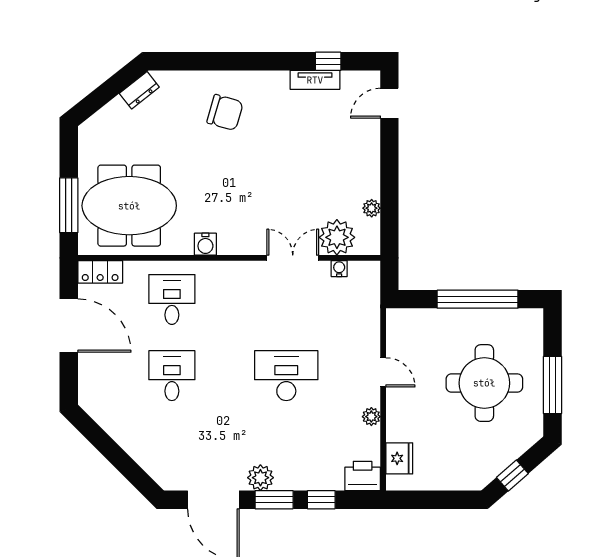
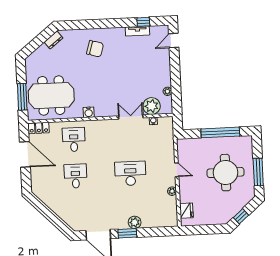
printer: (363, 476) -> (169, 220), removed
plant: (260, 478) -> (135, 222), moved
window: (321, 500) -> (150, 232), removed

